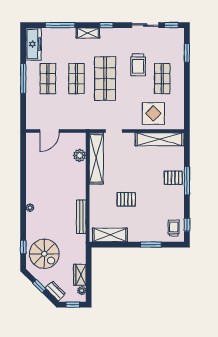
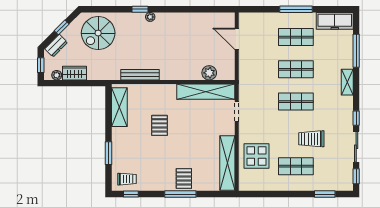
window: (106, 25) -> (356, 118), moved
shop shelf: (105, 79) -> (296, 102), width x0.70, depth x0.74
window: (23, 247) -> (140, 9), moved

